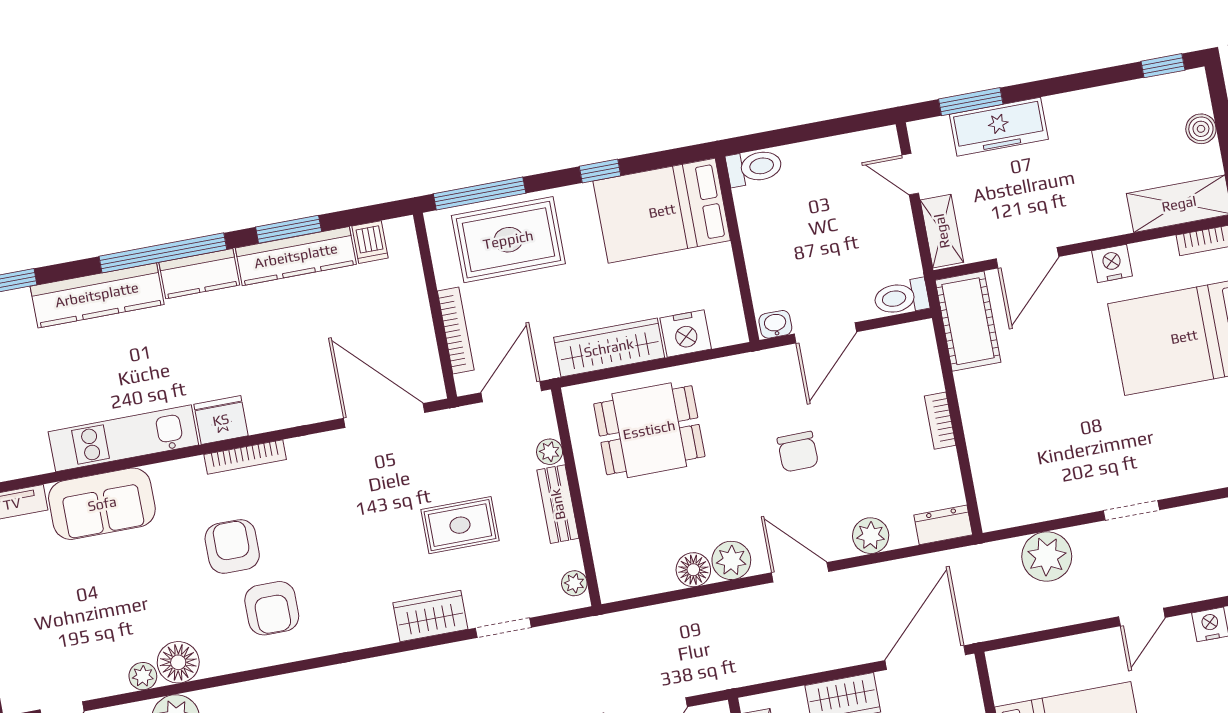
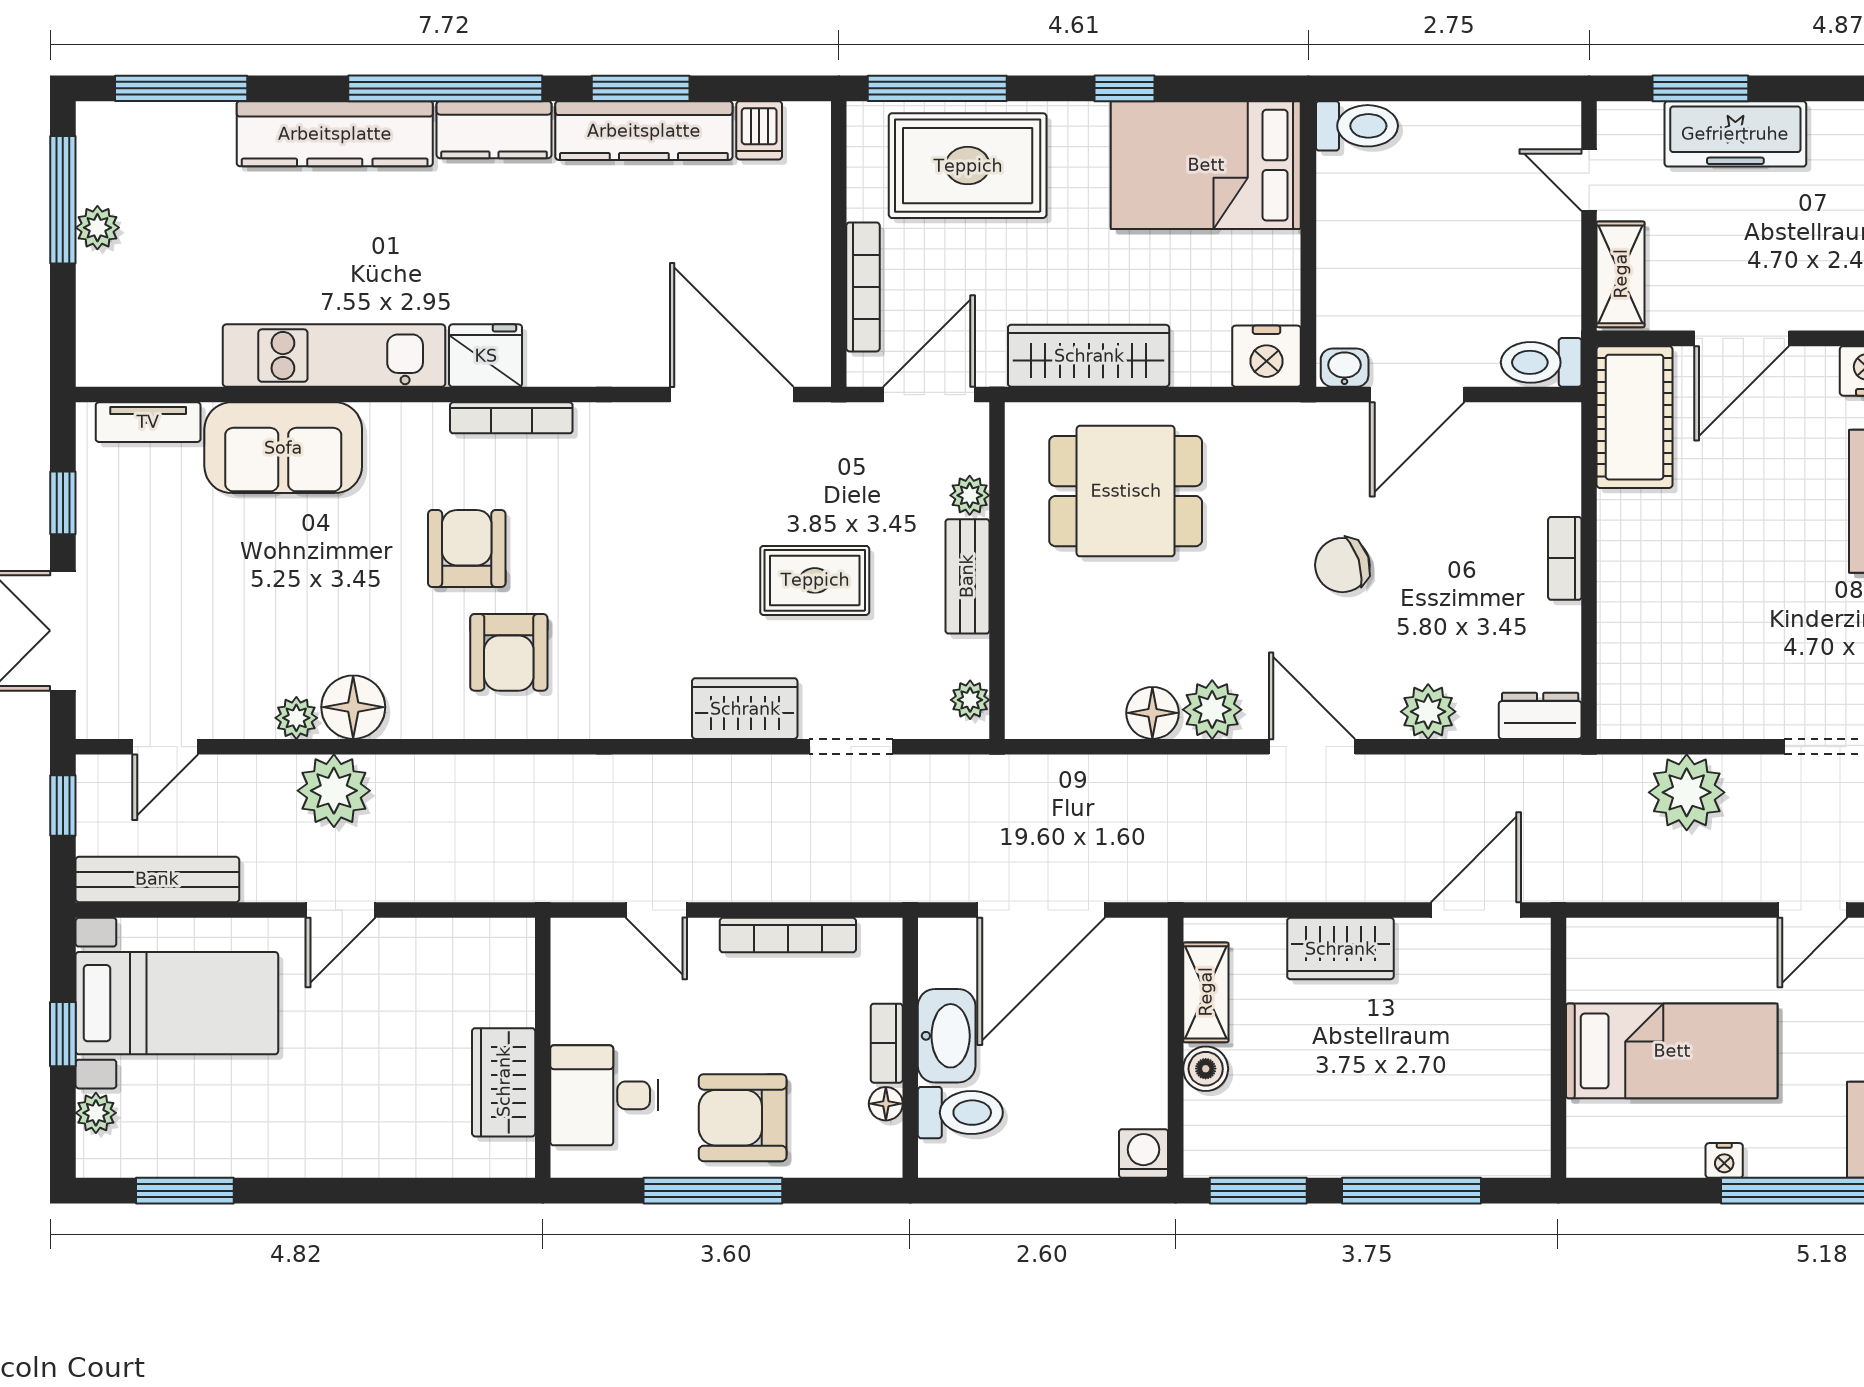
nightstand: (686, 333) -> (1266, 356), moved
chair: (798, 452) -> (1342, 565), turned 73
door: (925, 658) -> (1476, 910), width x0.73

